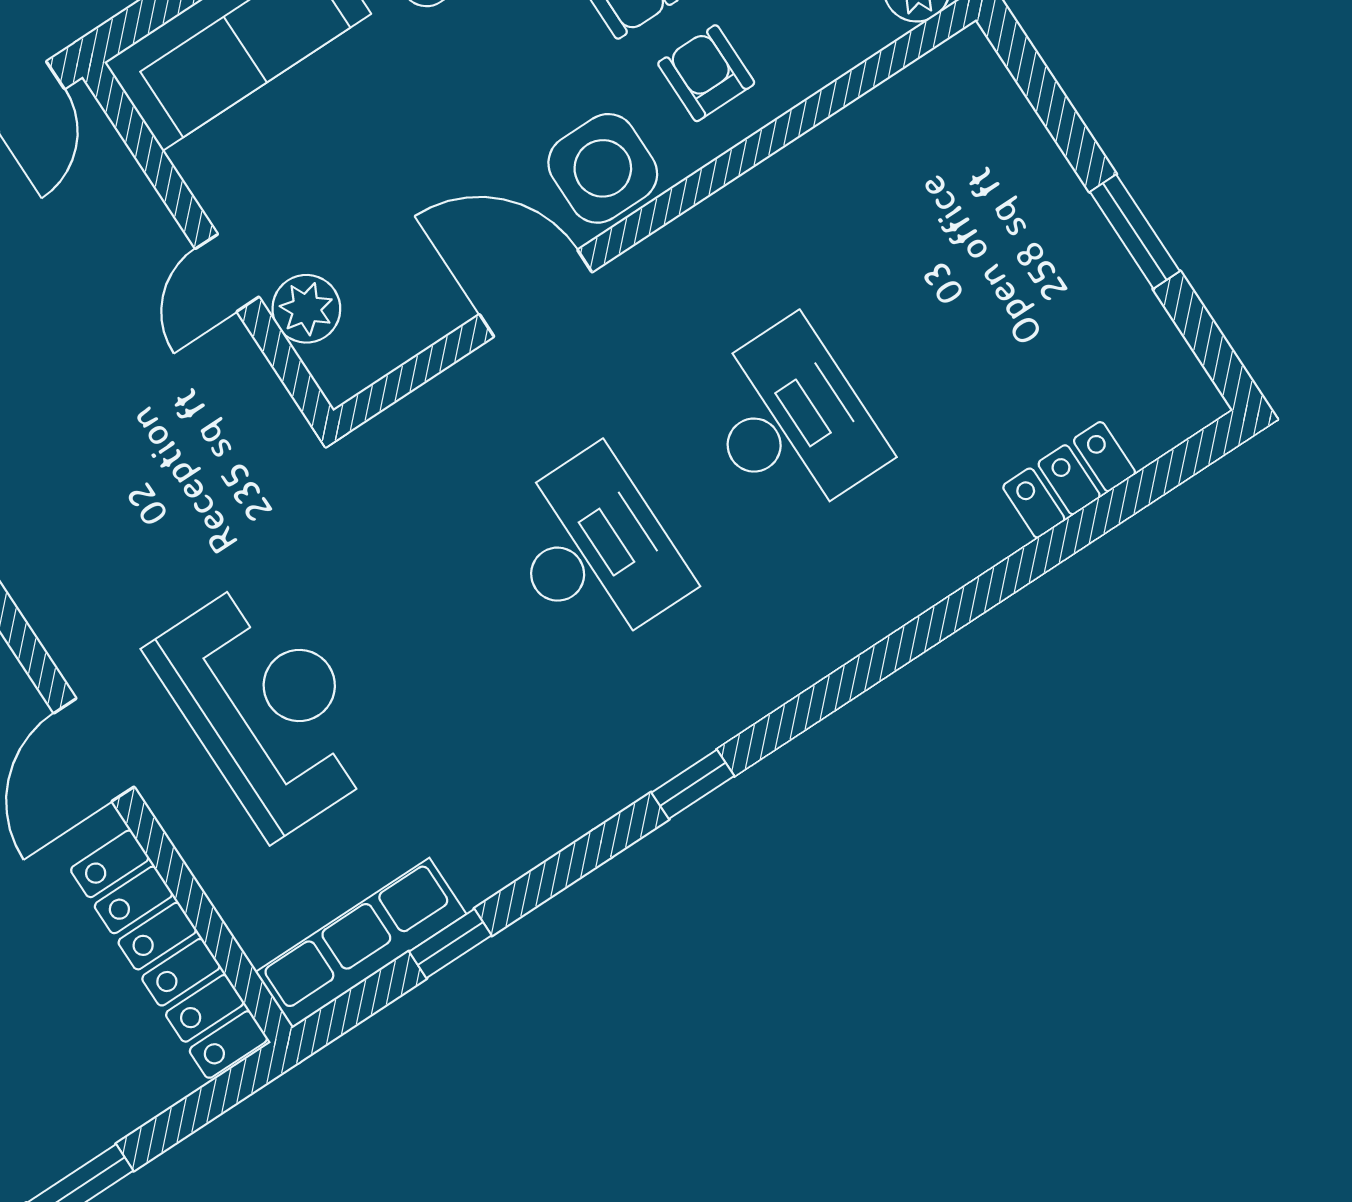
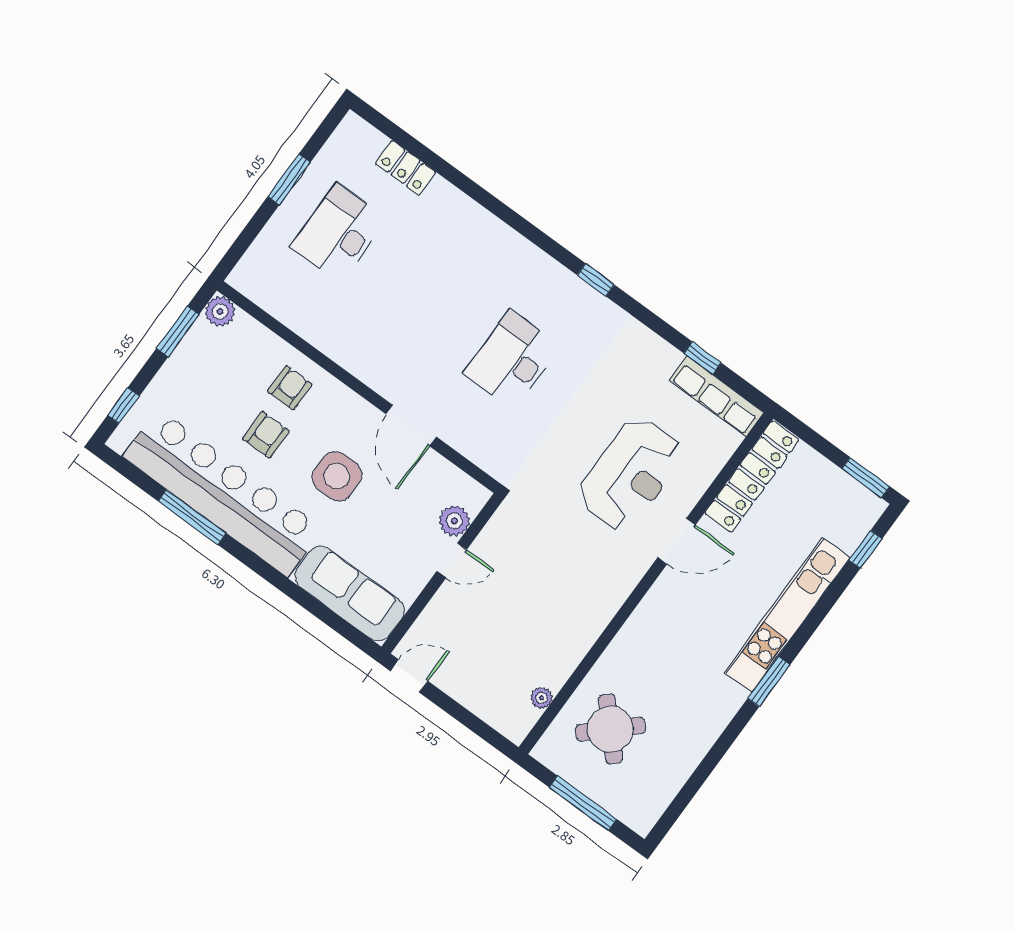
armchair: (706, 73) -> (290, 388), turned 180
side table: (603, 168) -> (337, 476), moved
desk: (790, 421) -> (339, 233), moved
reception desk: (267, 707) -> (631, 474), turned 180

